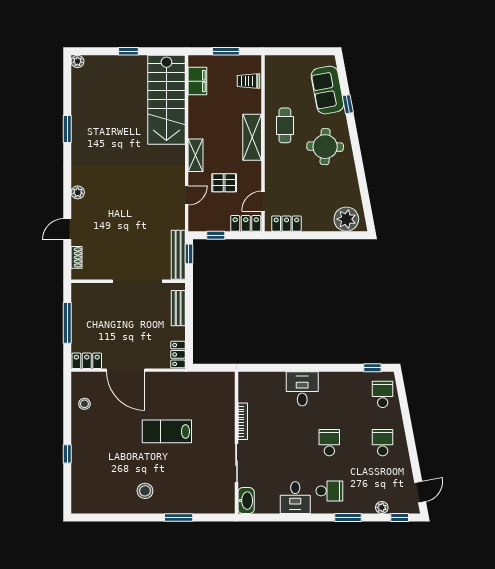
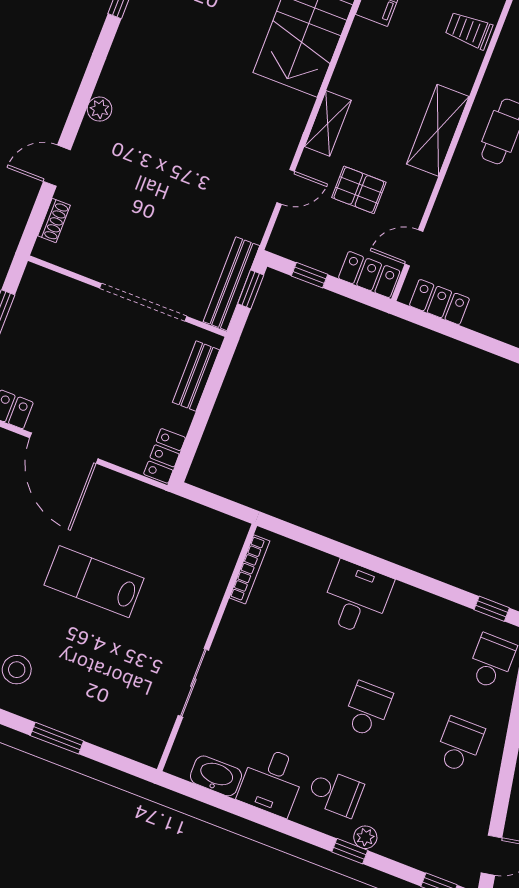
bookcase: (243, 421) -> (250, 569), moved
washbasin: (246, 501) -> (216, 776), moved, turned -90
plant: (382, 507) -> (365, 837), moved
window: (348, 518) -> (350, 851), width x0.67

